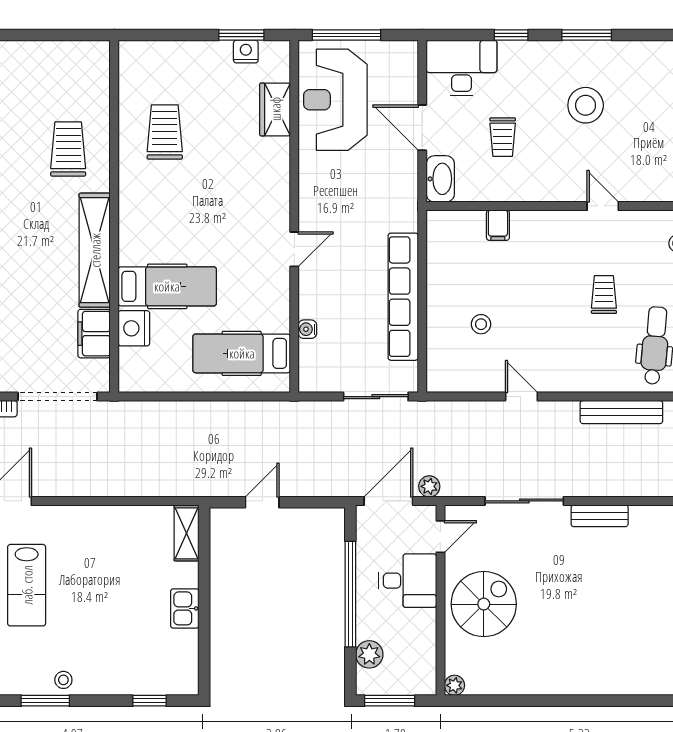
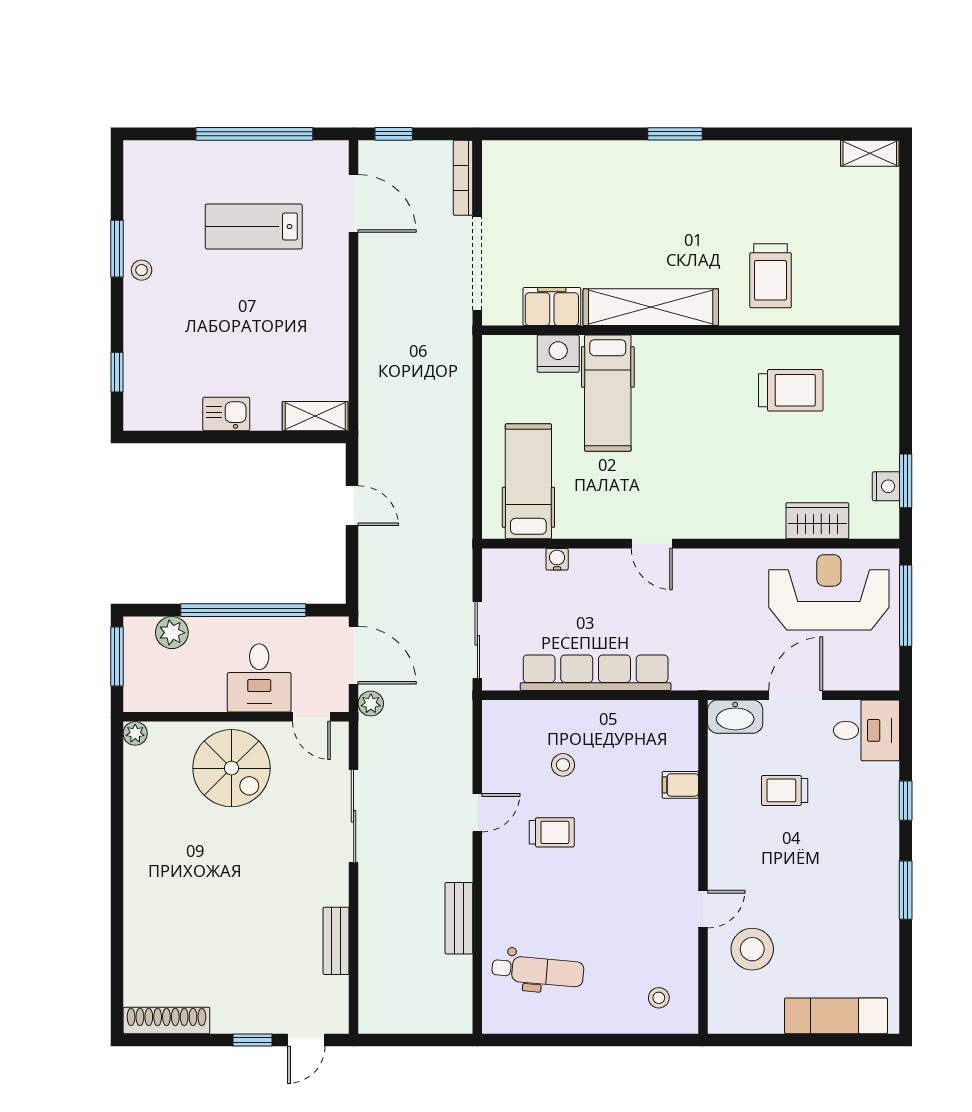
desk: (462, 68) -> (866, 730), width x0.73
stool: (586, 105) -> (752, 949), moved
trolley: (68, 149) -> (771, 276), turned 90
trolley: (604, 295) -> (552, 832), moved
bench: (621, 412) -> (459, 918), width x0.73
bench: (600, 516) -> (336, 941), moved

